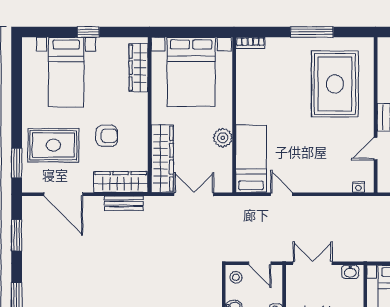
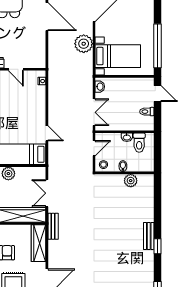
door: (282, 194) -> (47, 133), swing flipped
bench: (124, 203) -> (53, 226), moved
double door: (313, 263) -> (94, 112), swing flipped

